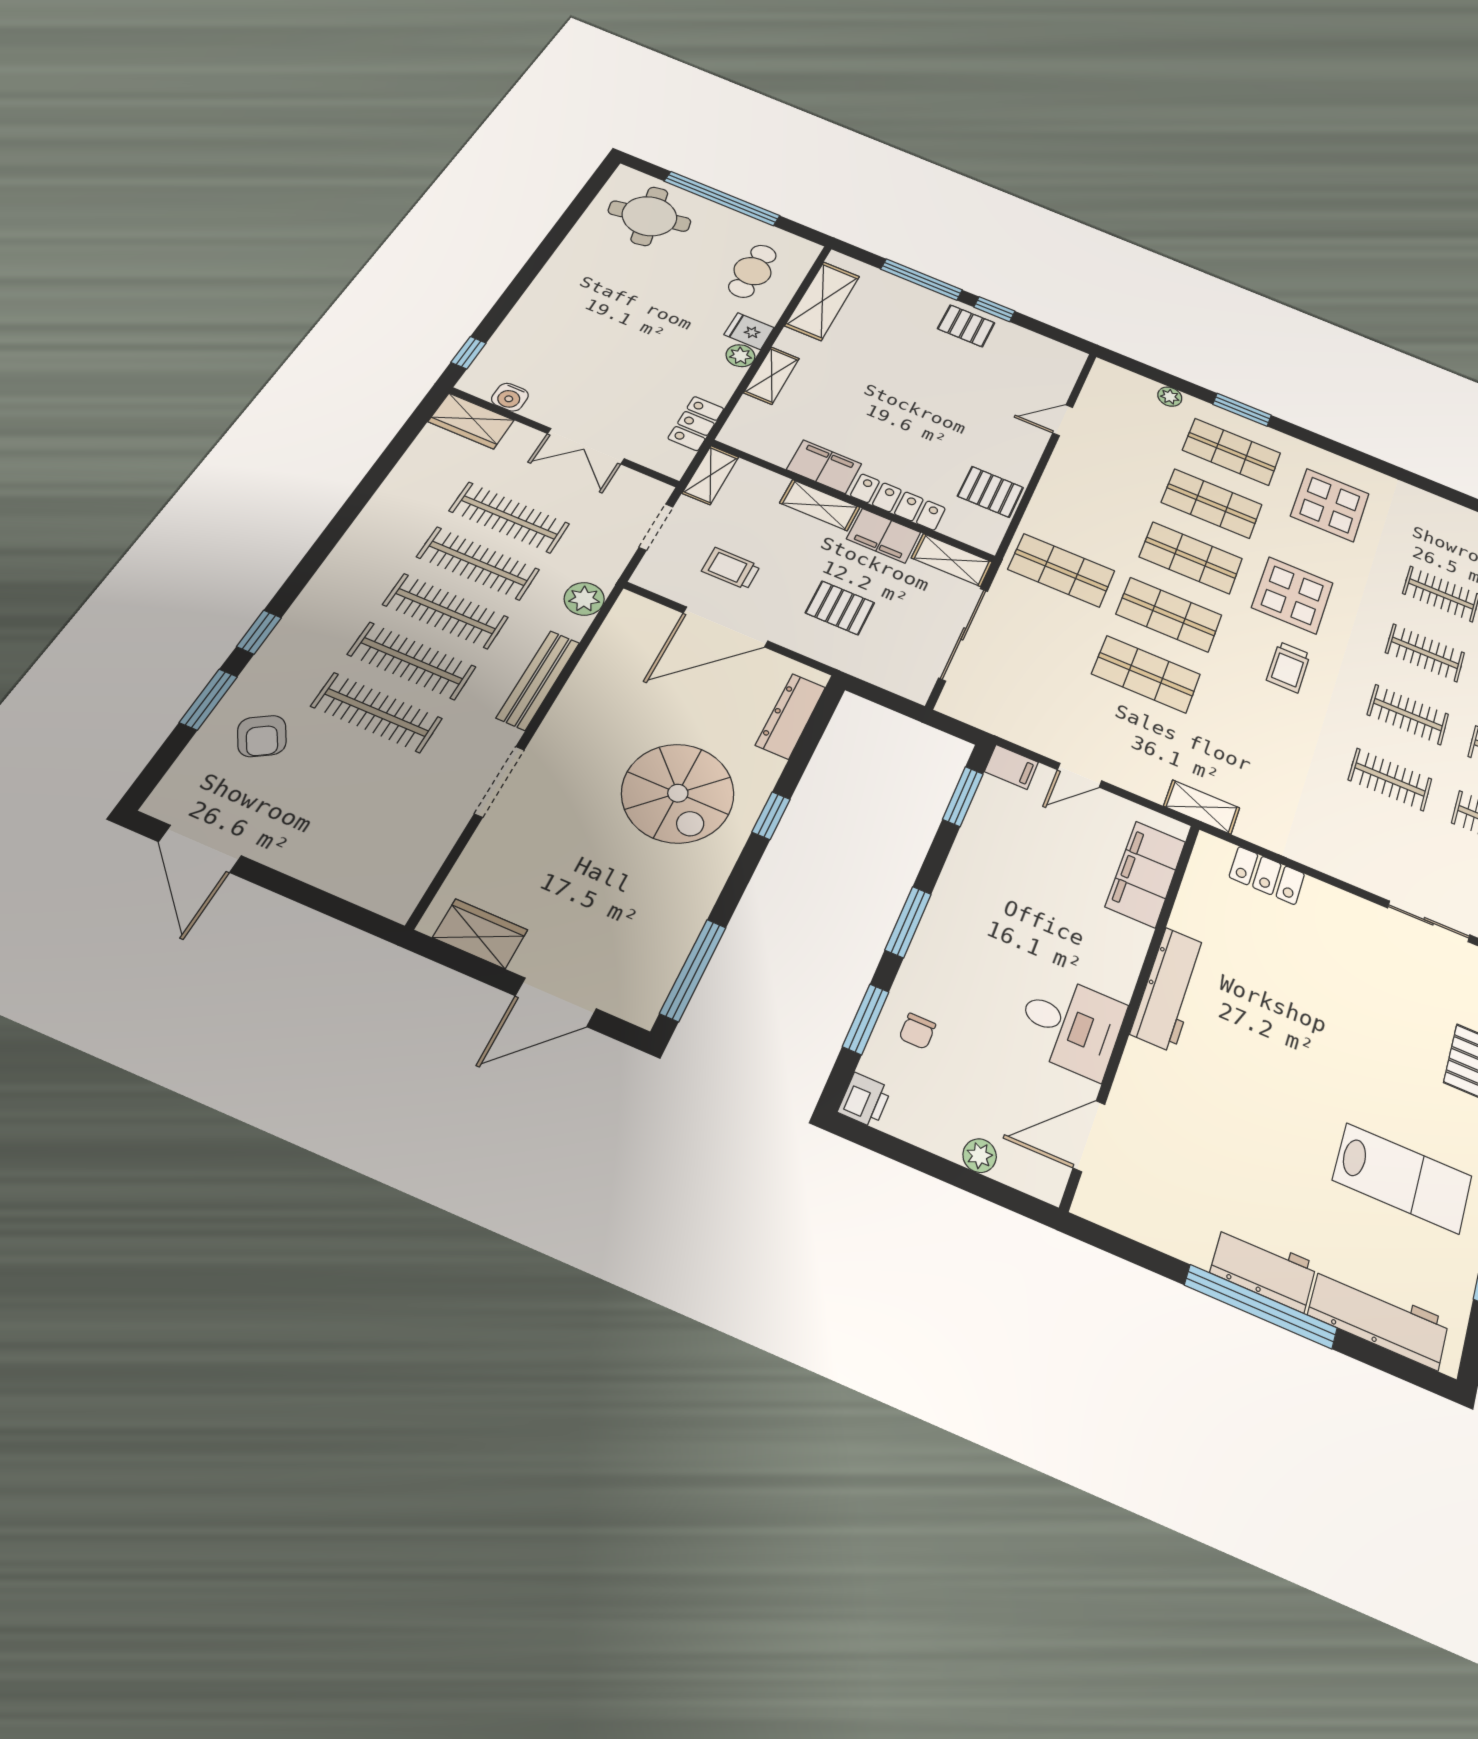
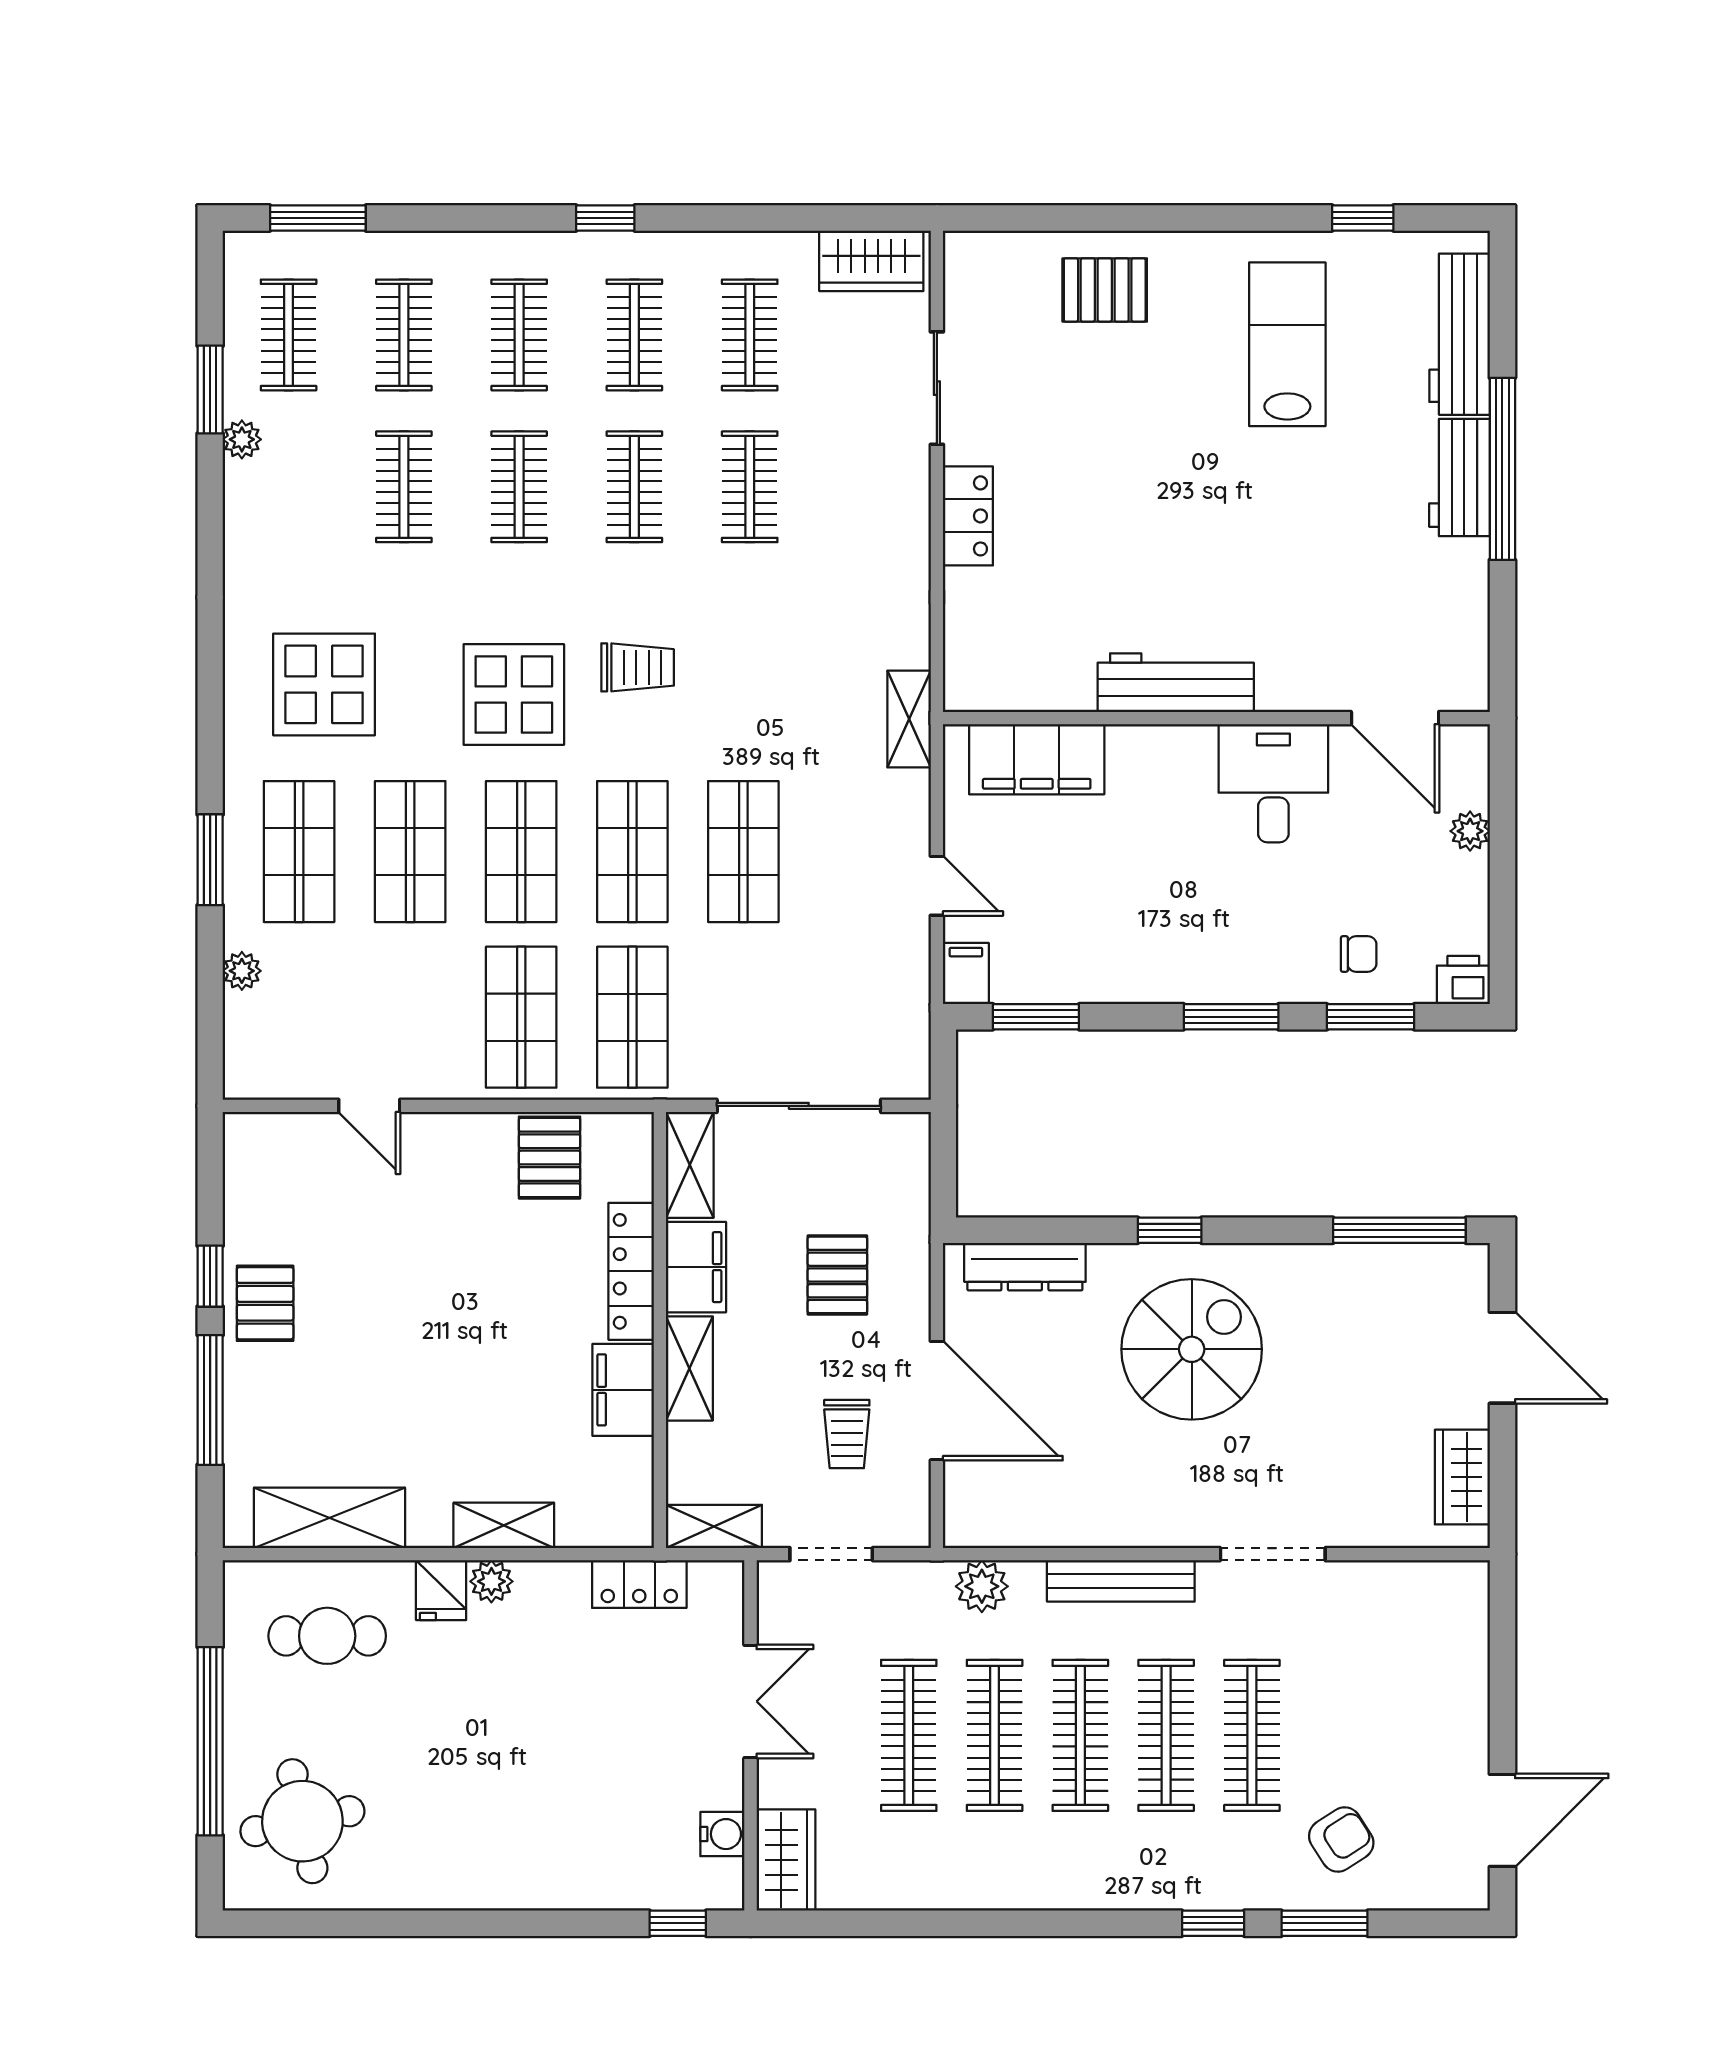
shop shelf: (1086, 515) -> (521, 1017), added
locker: (1267, 875) -> (968, 516), moved

